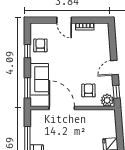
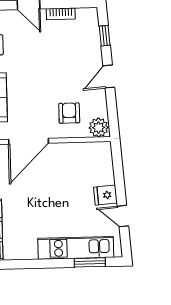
window: (116, 92) -> (105, 36), moved
door: (62, 108) -> (28, 141), swing flipped

